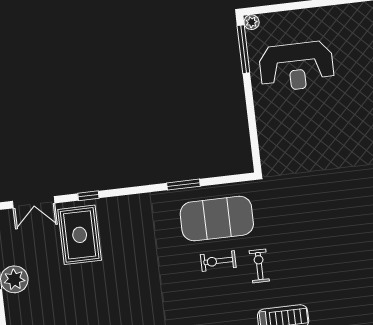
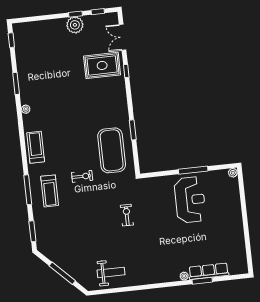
window: (243, 49) -> (193, 170), moved
reception desk: (296, 66) -> (190, 200), moved, turned 180
exercise bike: (218, 261) -> (127, 215), moved

